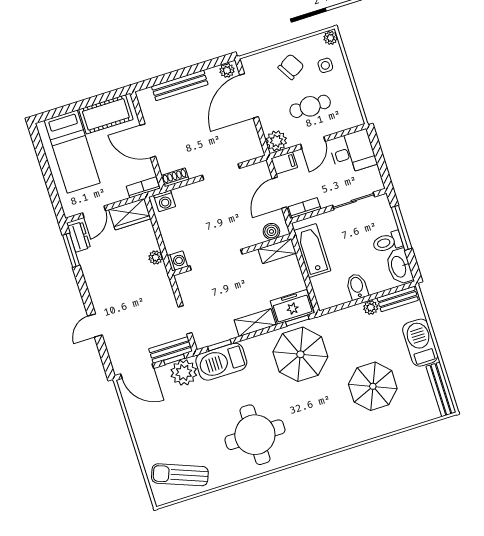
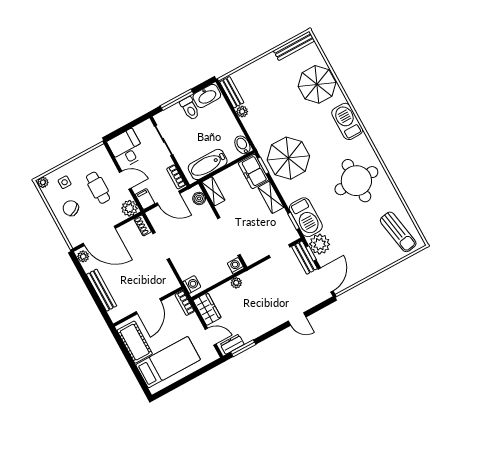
shoe rack: (175, 177) -> (143, 225), moved
bidet: (357, 286) -> (242, 145), moved, turned 90
barbecue: (420, 343) -> (347, 121), moved, turned 90
parasol: (373, 386) -> (317, 84), moved
sun lounger: (180, 475) -> (398, 232), turned -31

